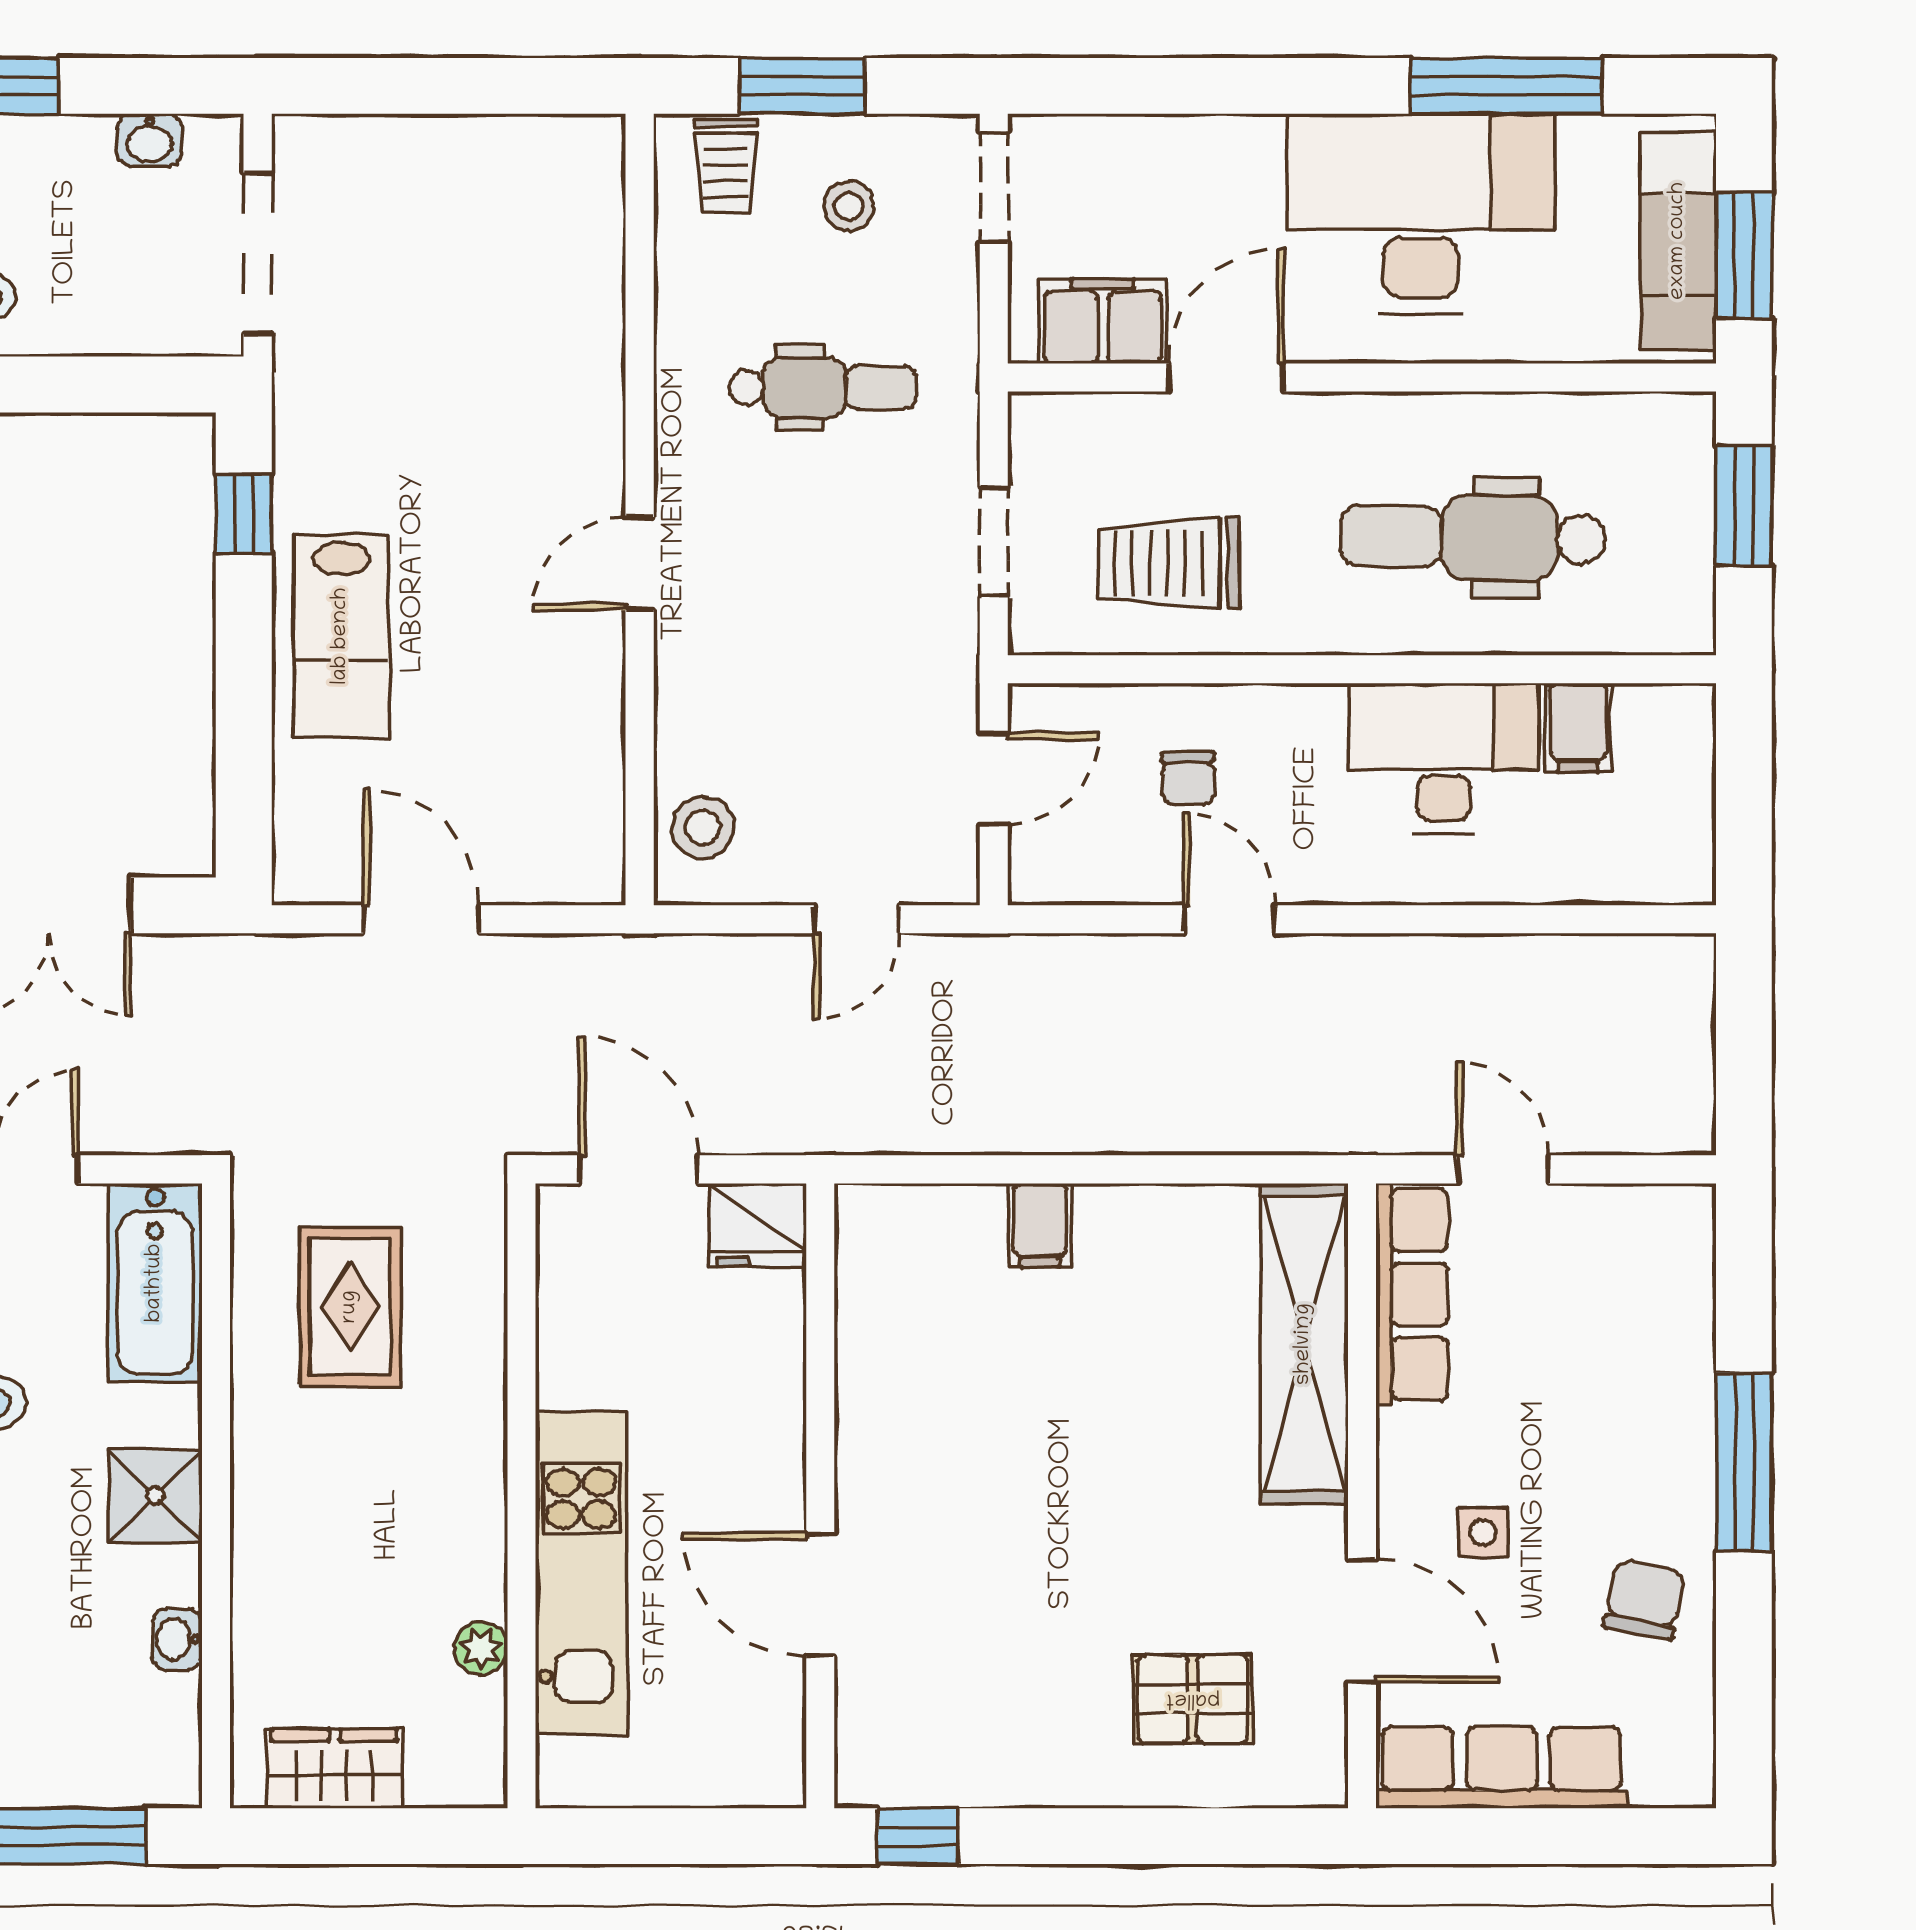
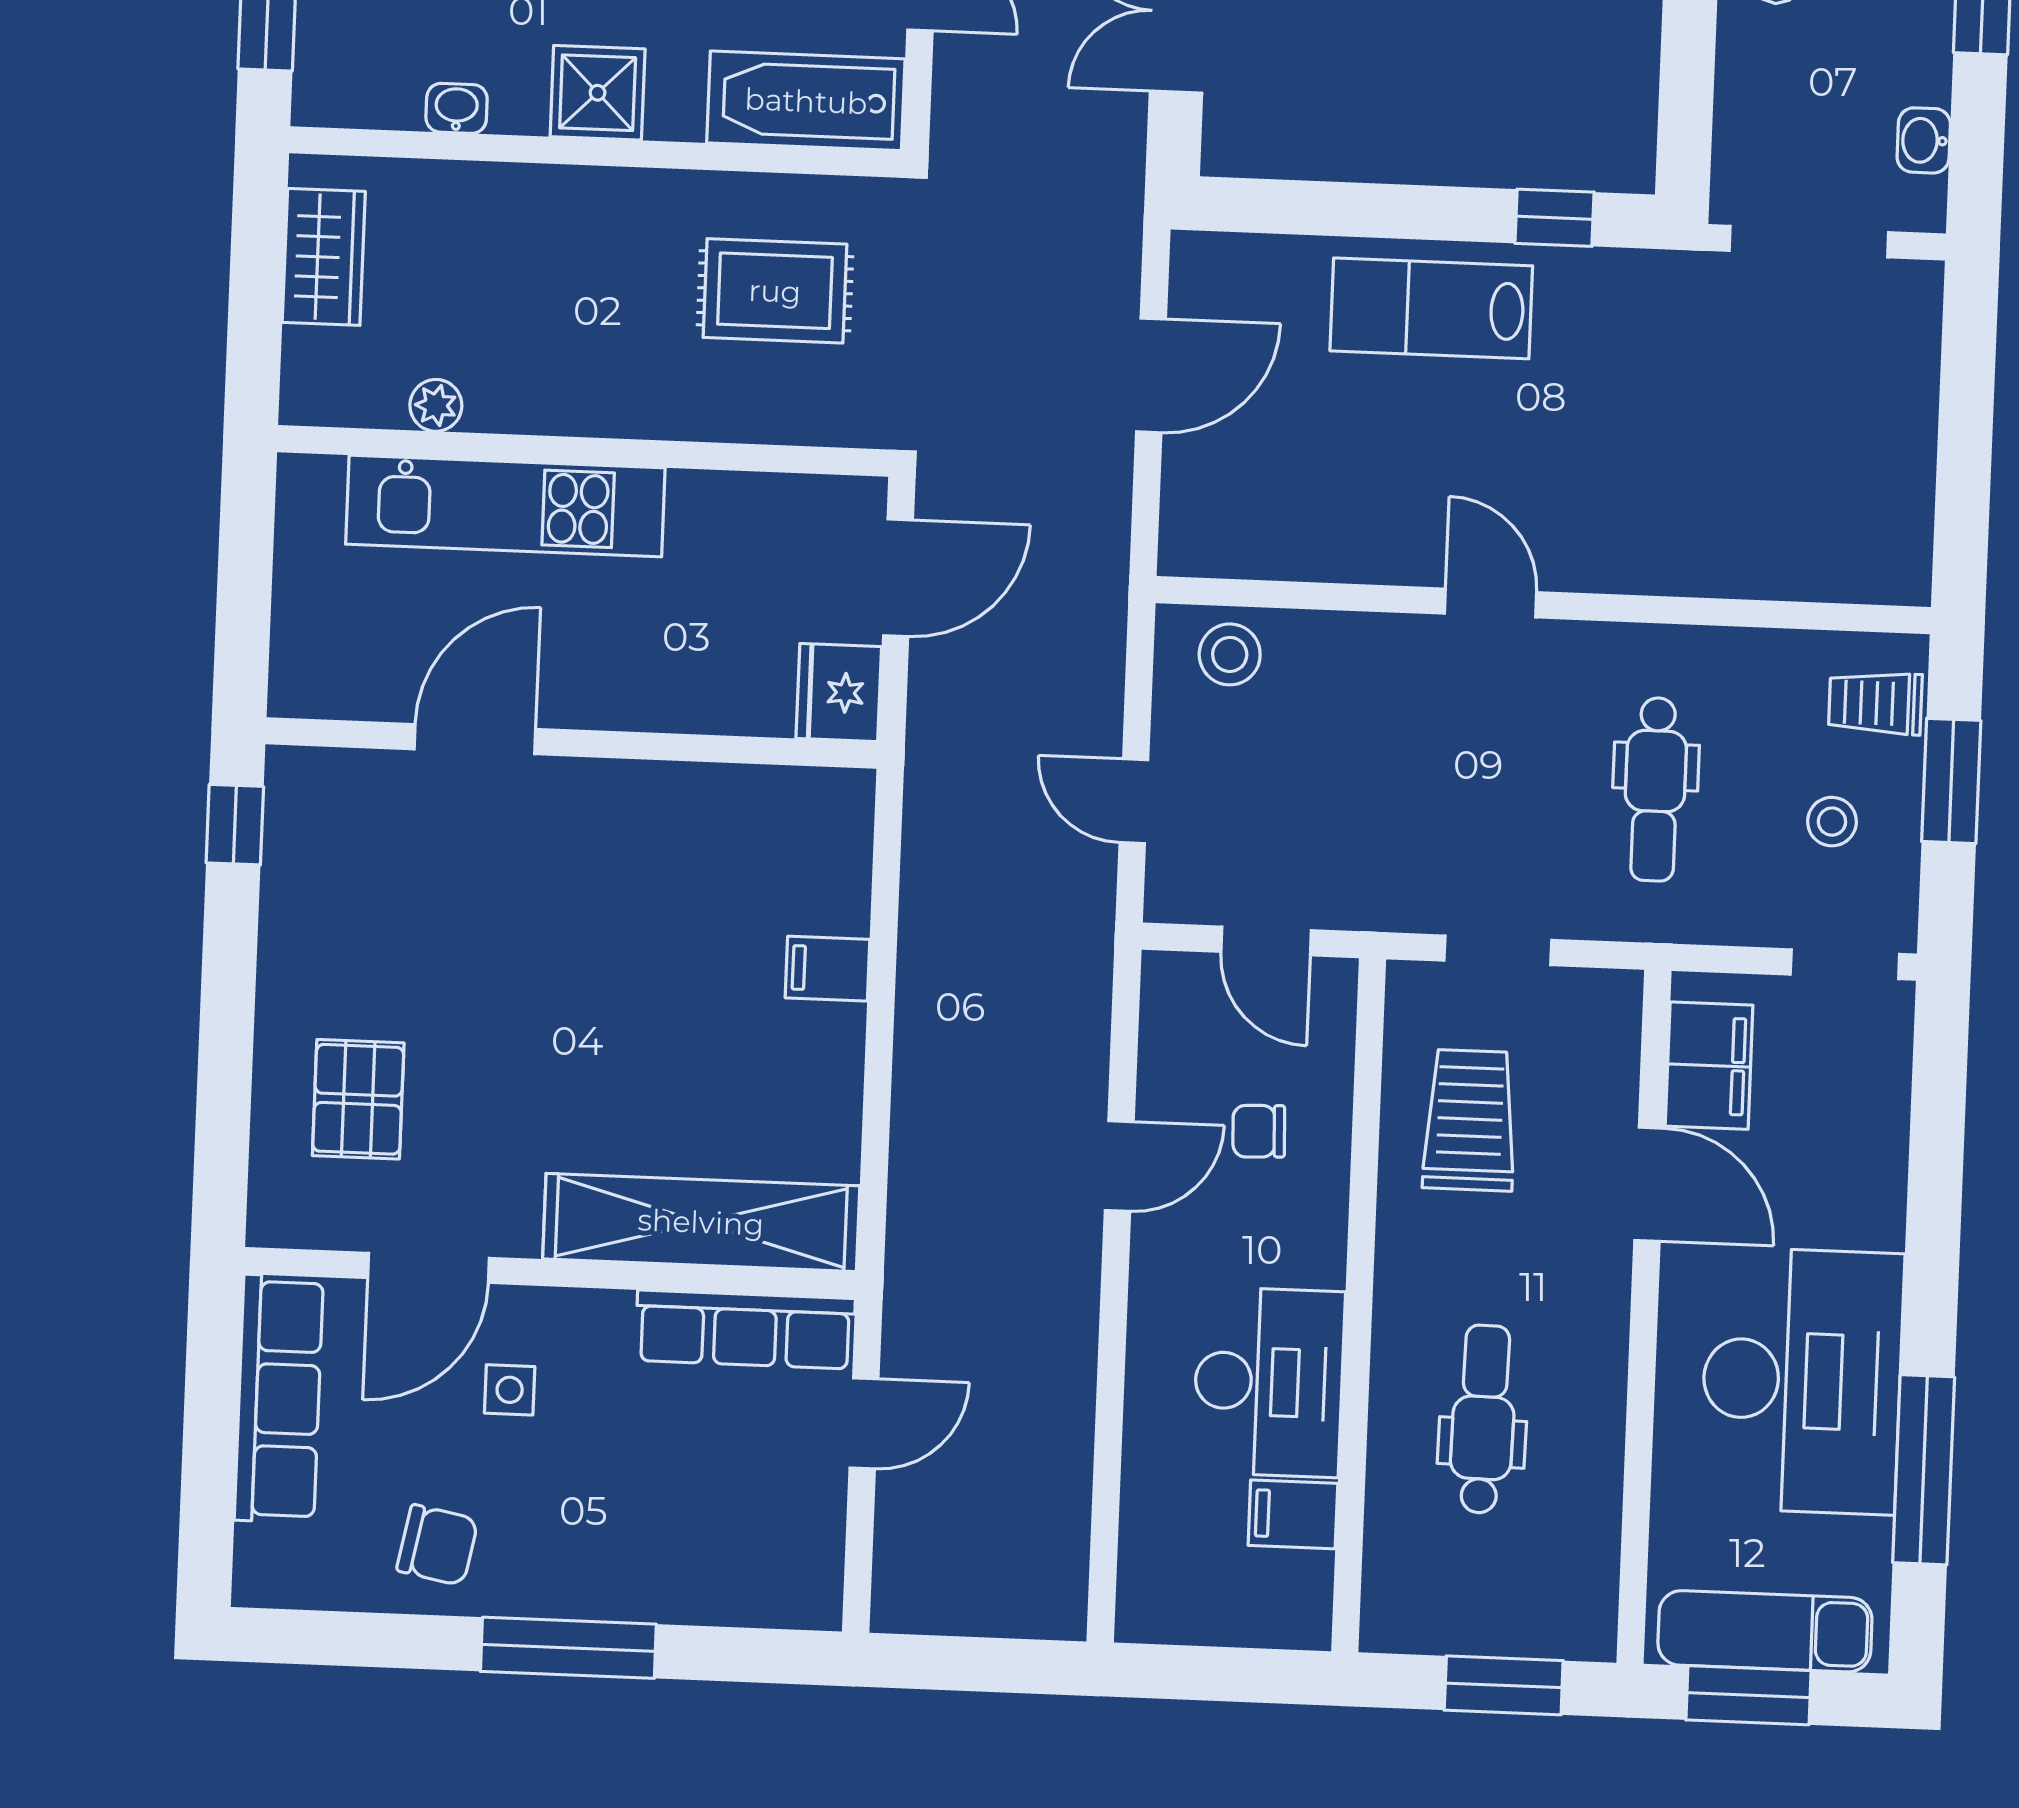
dental chair: (1473, 537) -> (1483, 1419), width x0.73, depth x0.72

